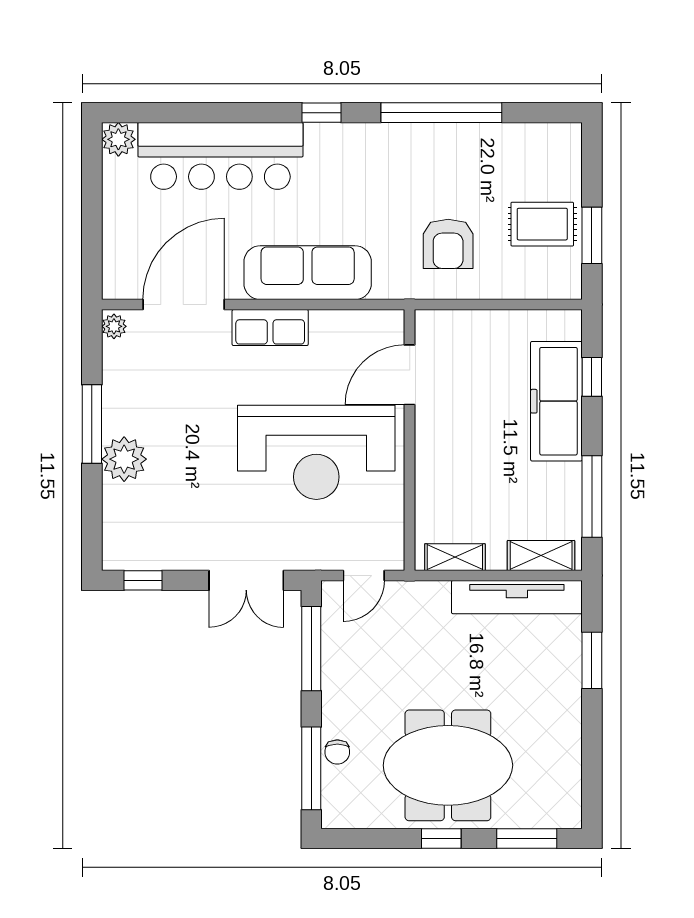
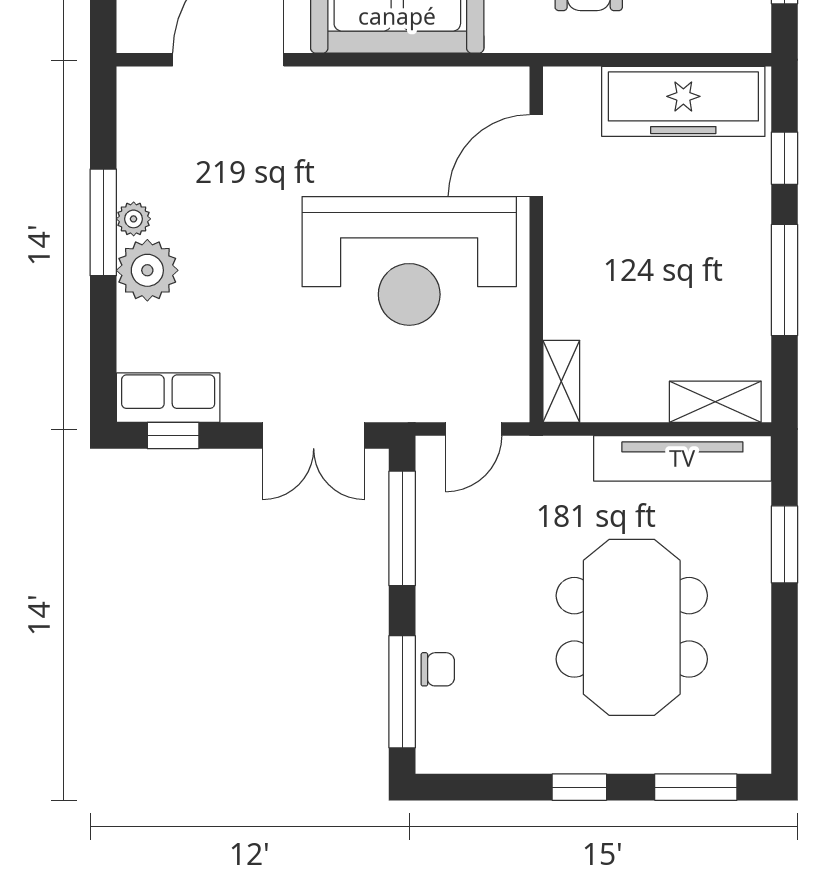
plant: (114, 326) -> (134, 219), moved
row of seats: (270, 328) -> (168, 398), moved, turned 180
freezer: (556, 401) -> (683, 101), moved, turned -90
window: (592, 497) -> (785, 280), moved
shelving: (455, 557) -> (561, 381), moved, turned 90
chair: (337, 752) -> (438, 669), turned -90
meeting table: (448, 765) -> (632, 627), moved, turned 90

